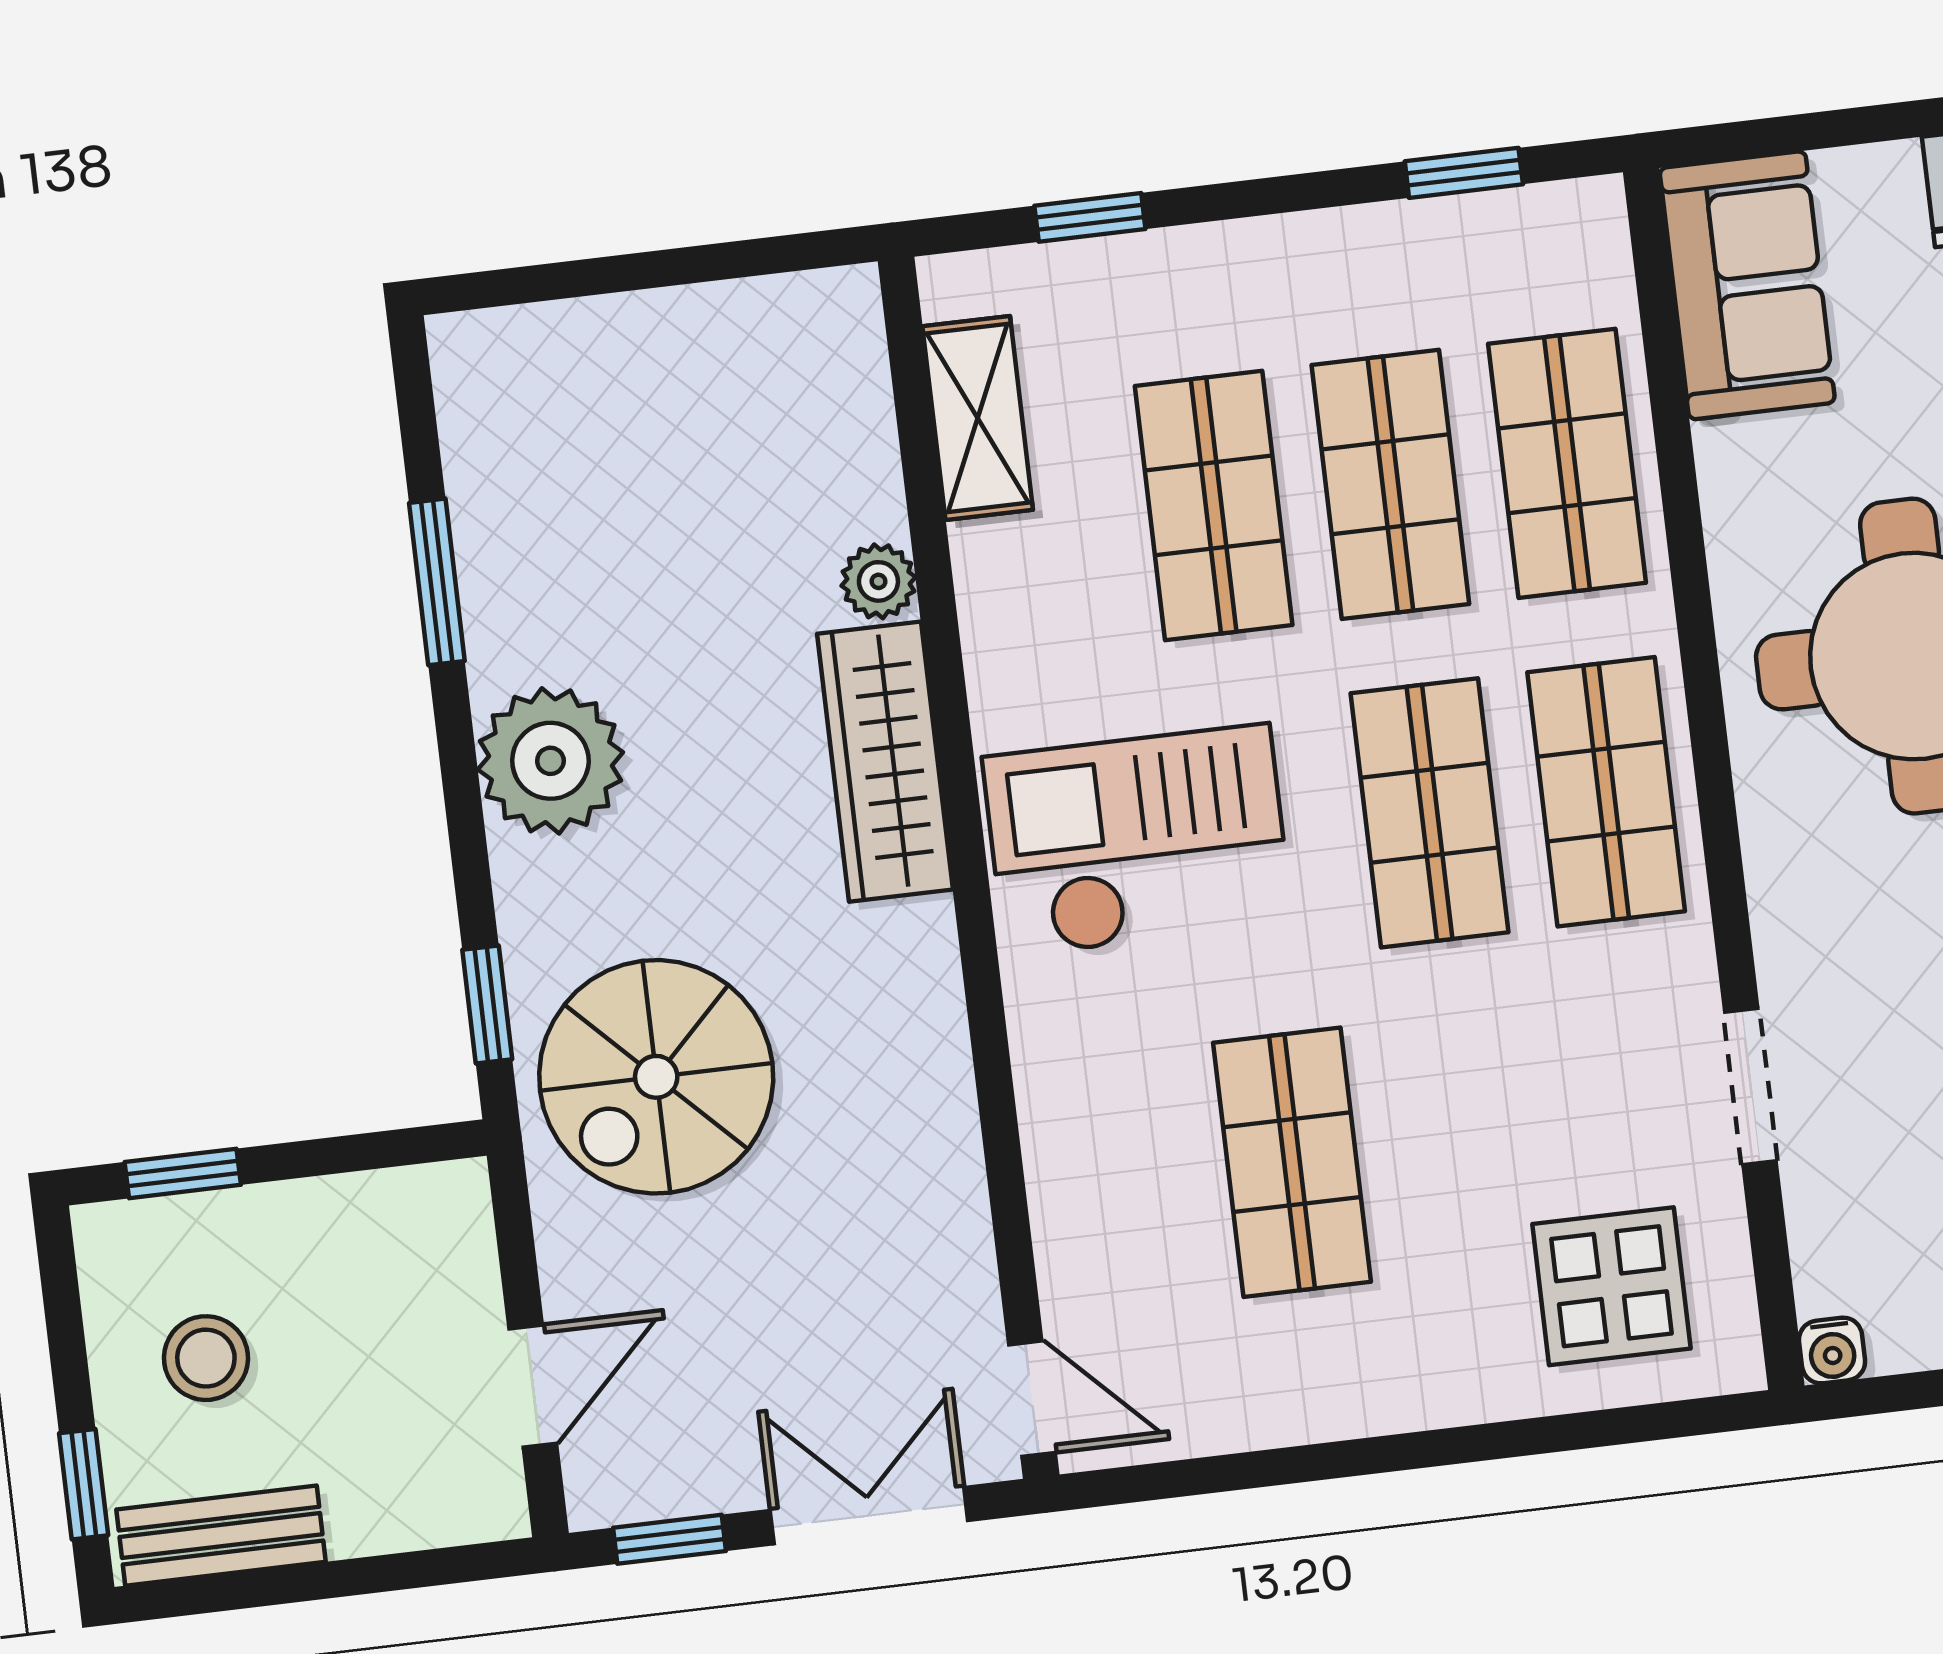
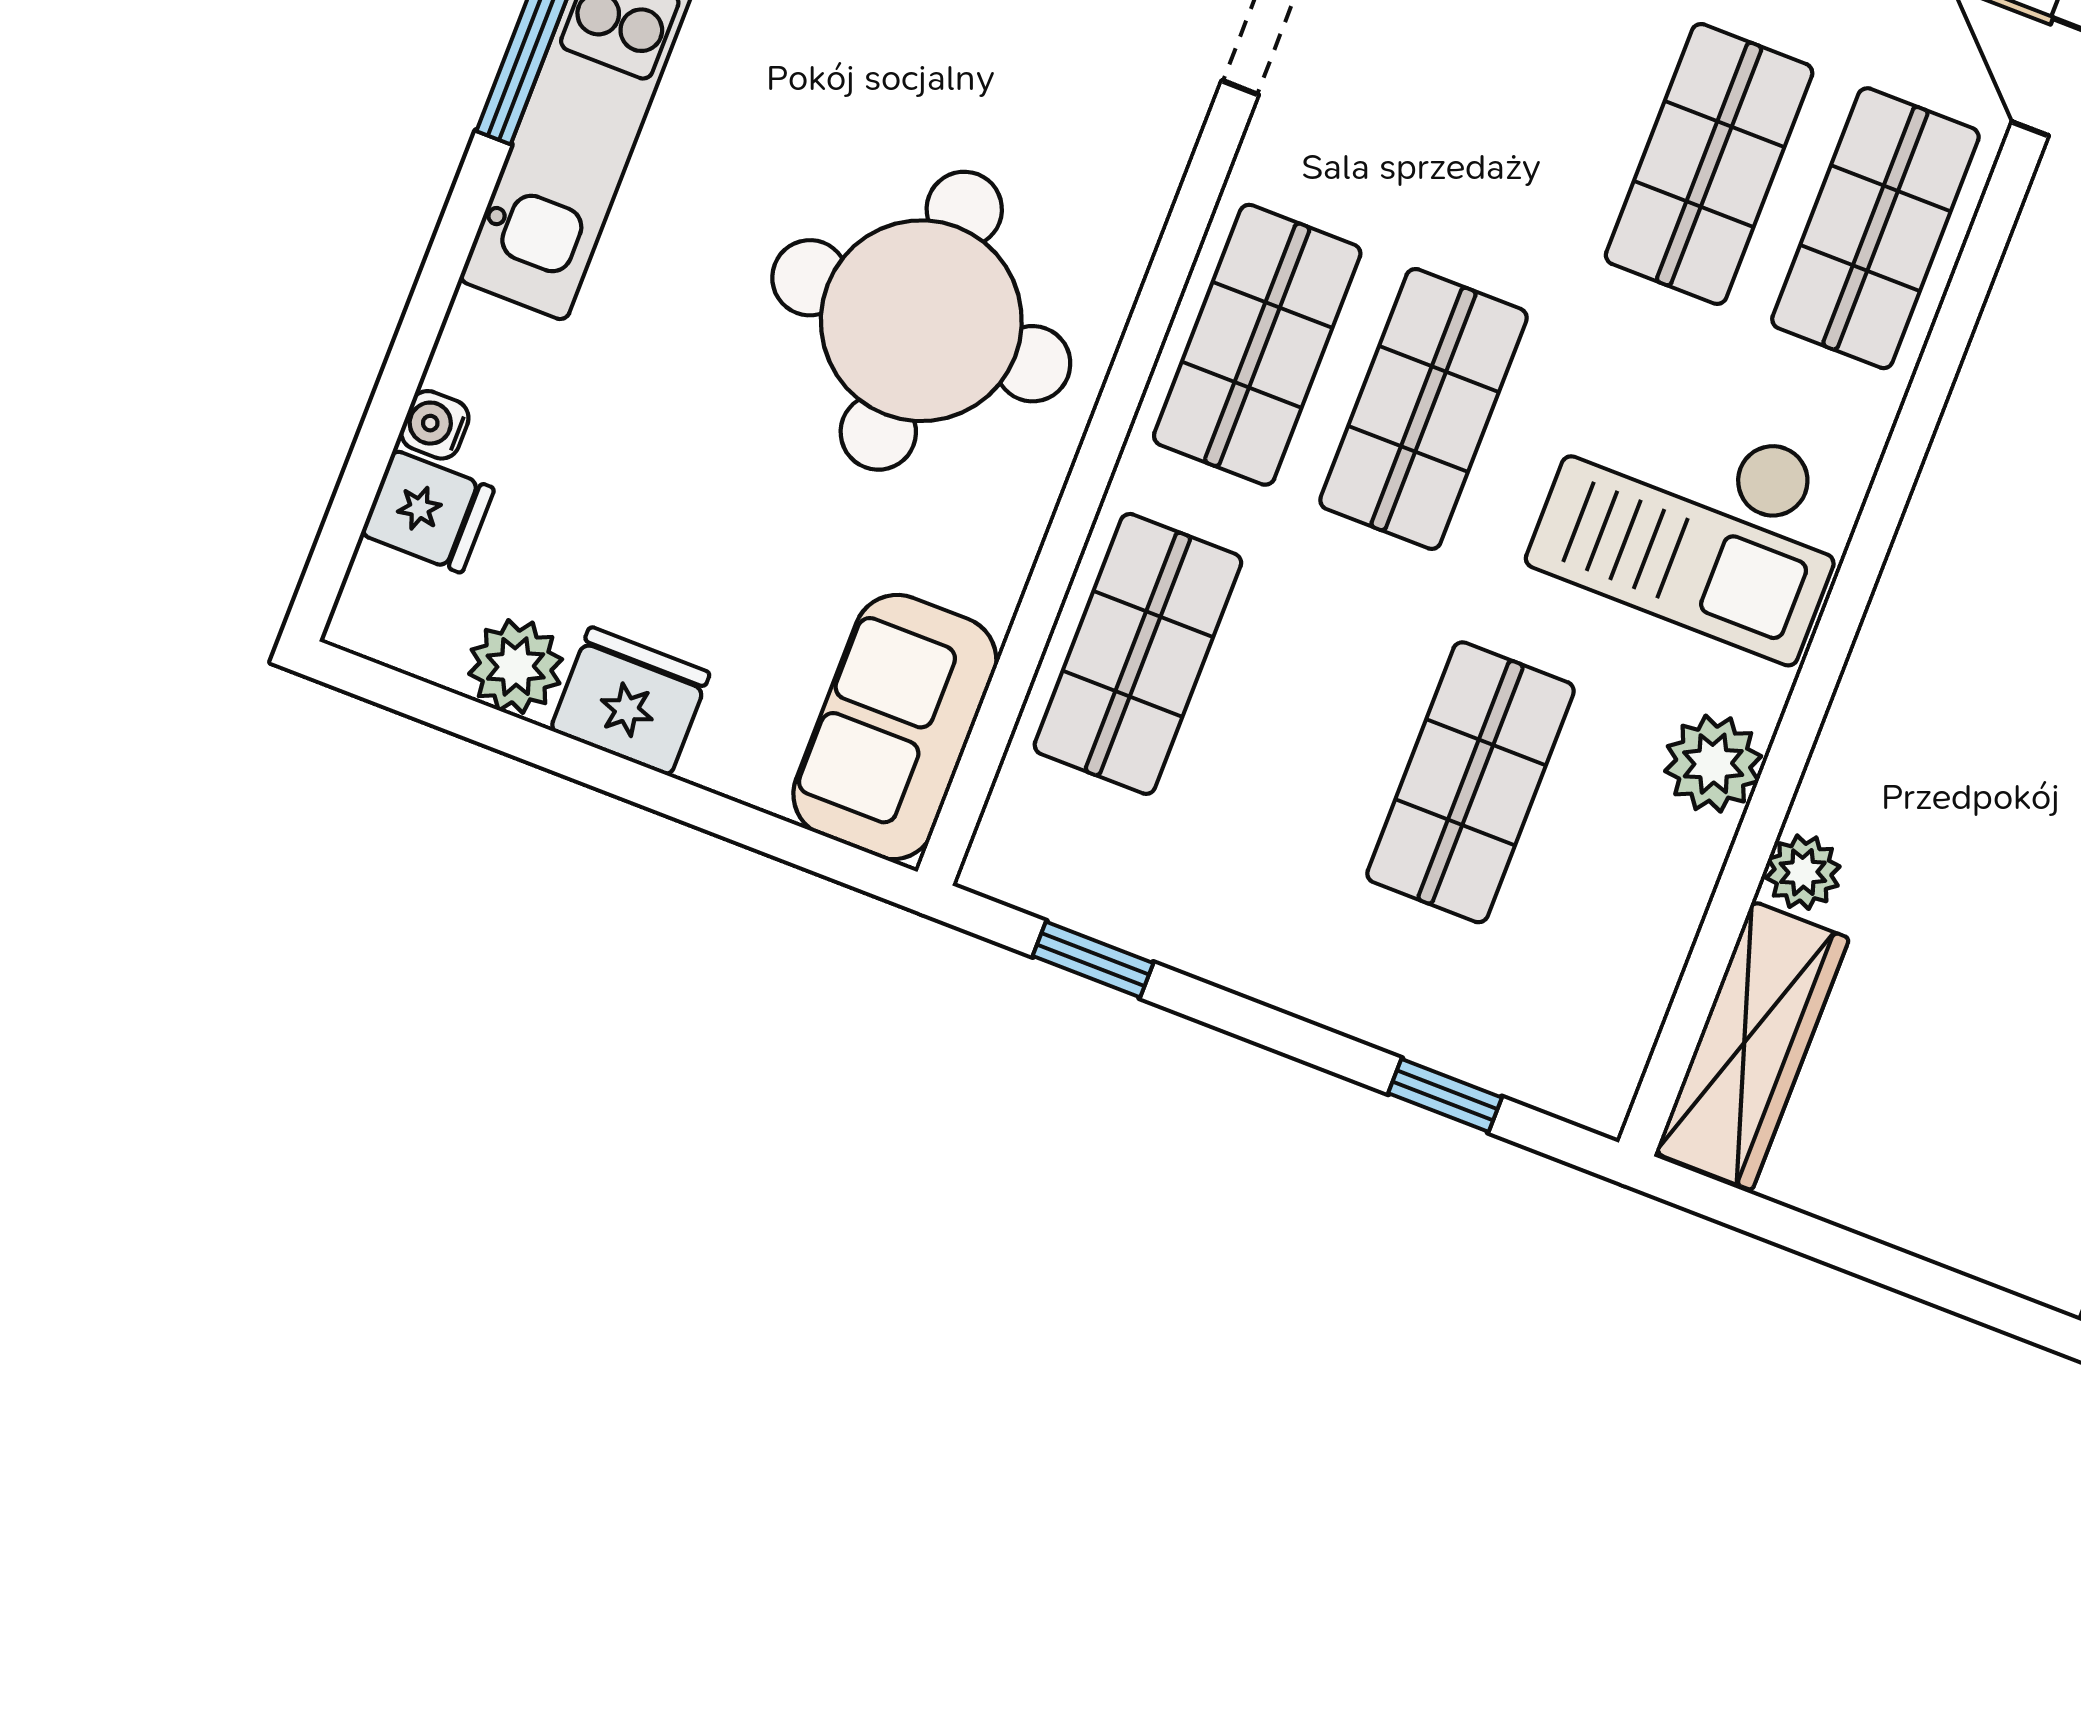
shelving: (978, 418) -> (1638, 970), removed
shop shelf: (1390, 484) -> (1875, 228), moved
plant: (1008, 635) -> (1713, 764), added
wardrobe: (885, 762) -> (1752, 1046), moved

